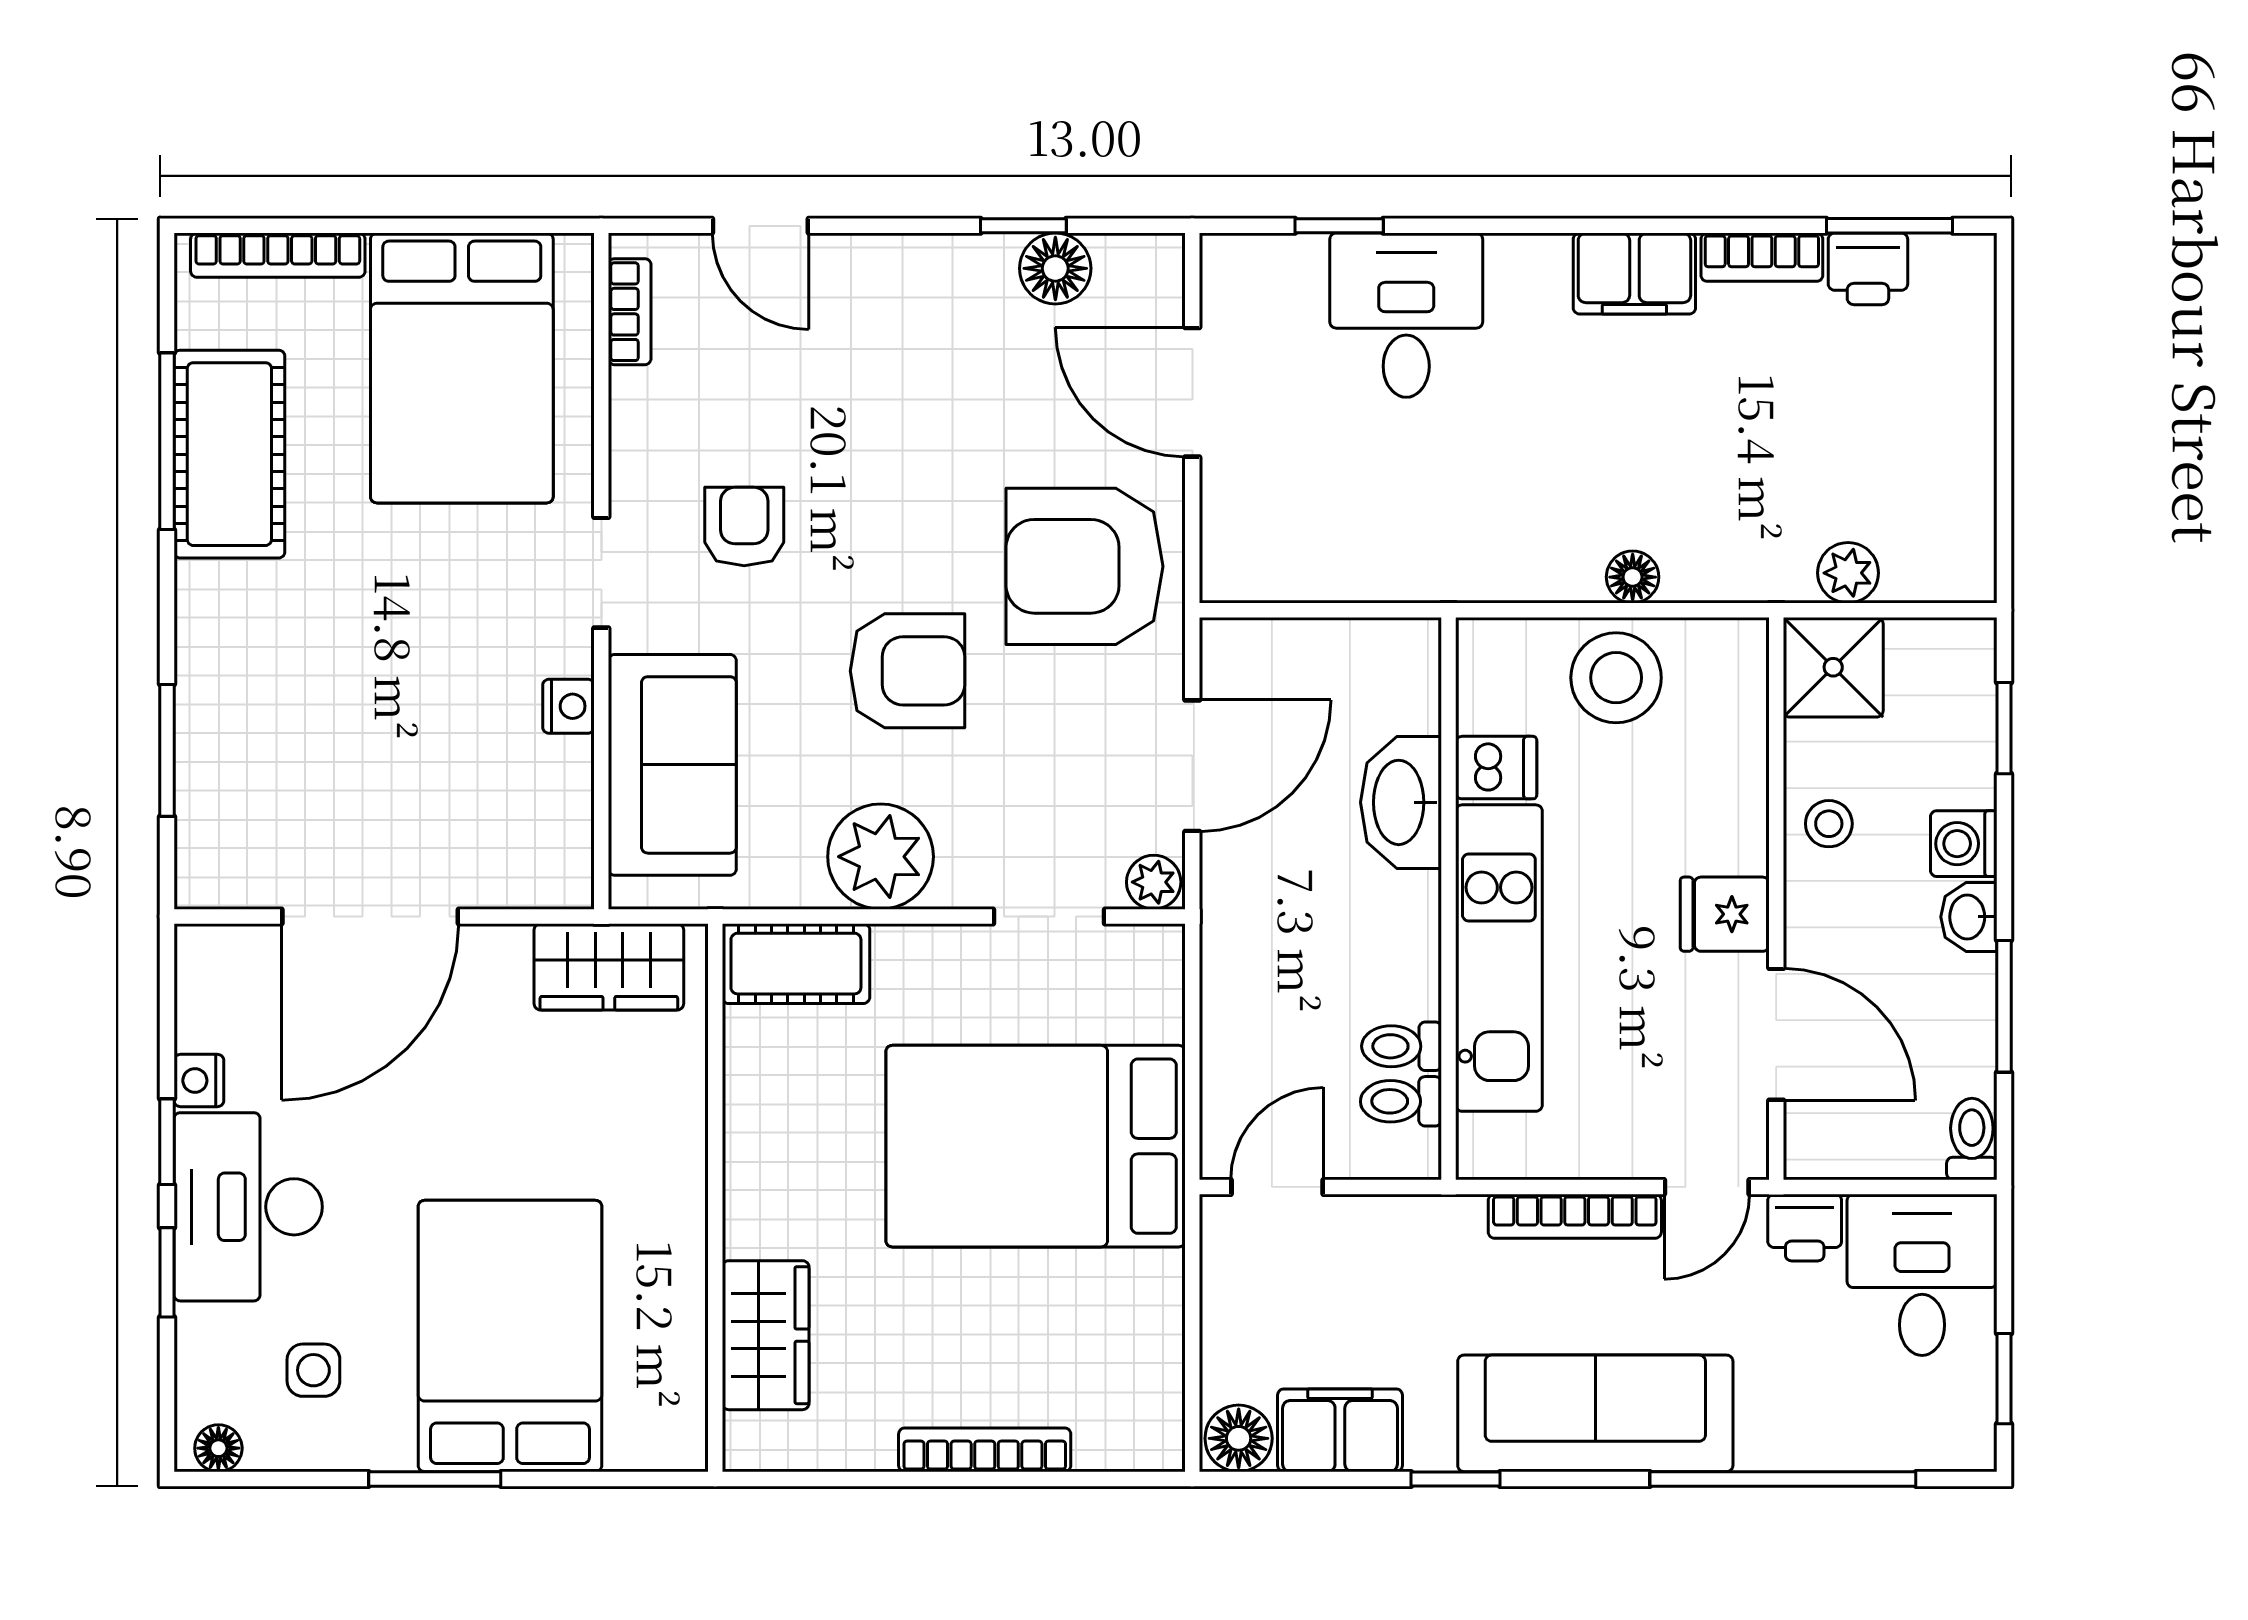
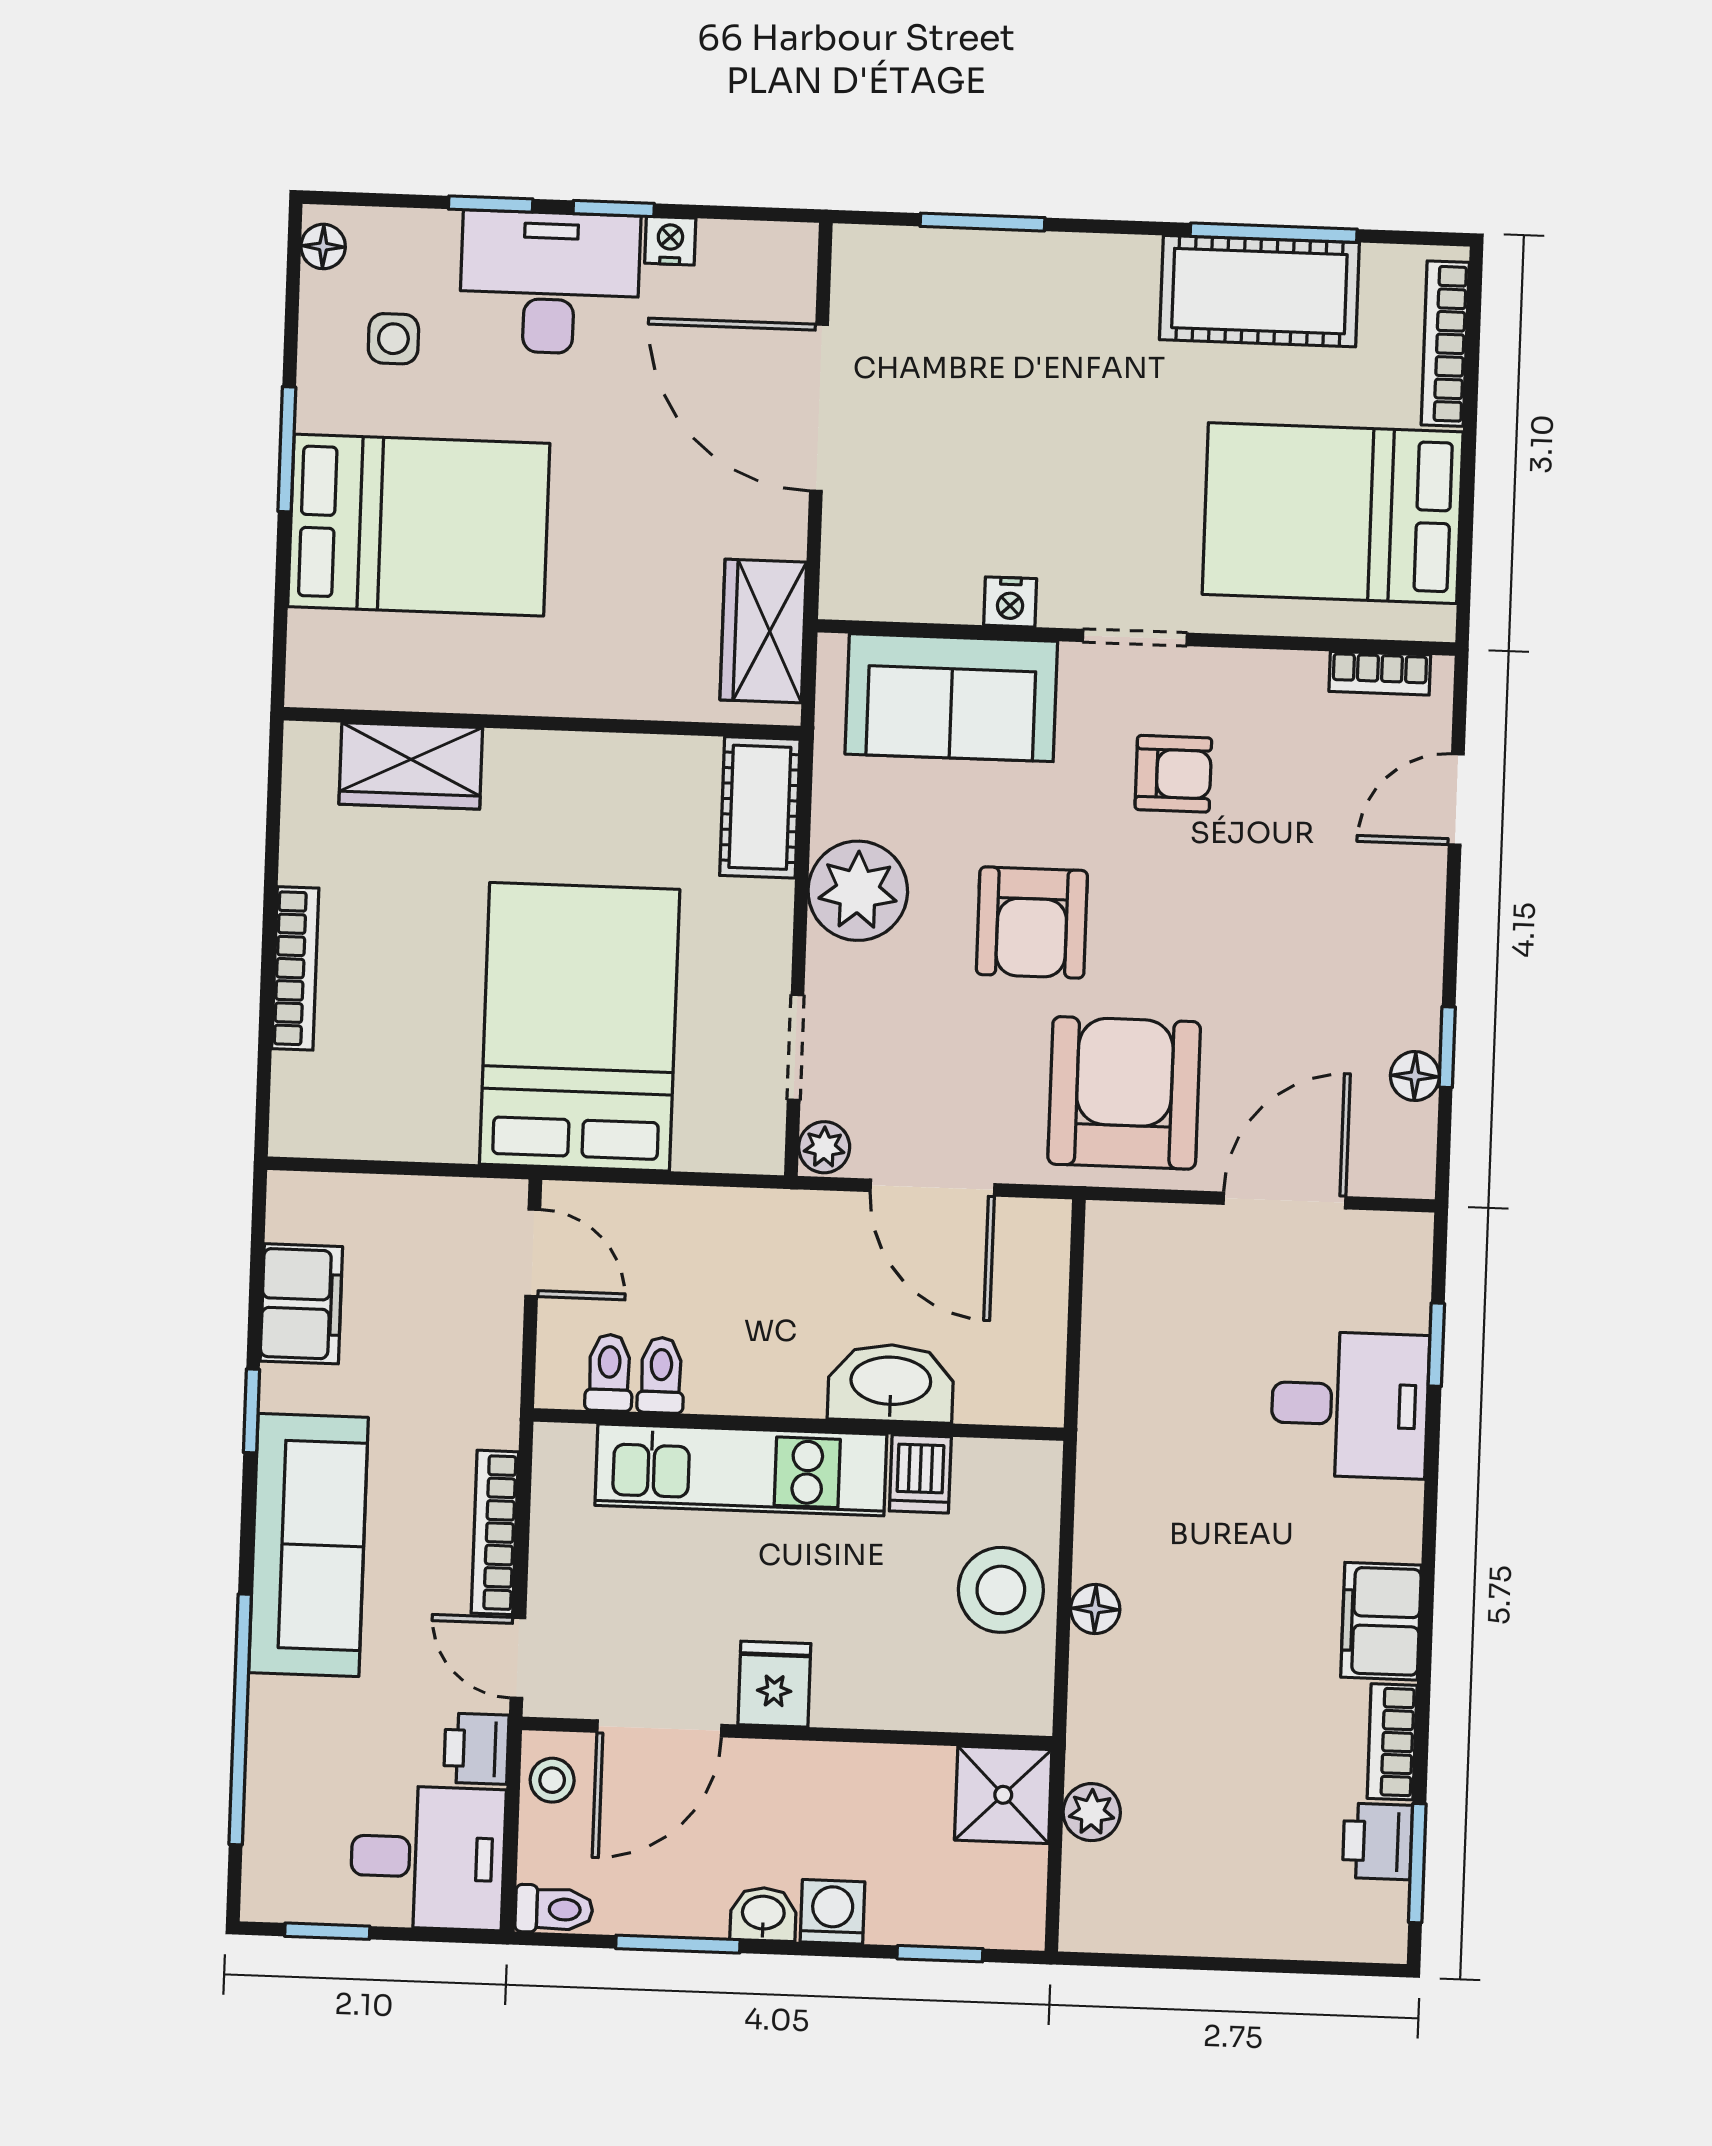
floor lamp: (1055, 268) -> (1415, 1076), width x0.73, depth x0.73
stool: (1829, 824) -> (552, 1780), moved
floor lamp: (1239, 1438) -> (297, 1208), removed

